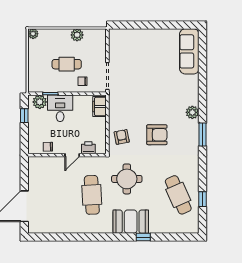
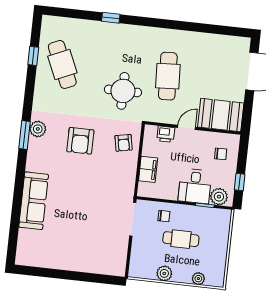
plant: (33, 34) -> (198, 279), moved
sofa: (189, 51) -> (34, 201), moved
filing cabinet: (99, 107) -> (148, 169), moved
plant: (192, 112) -> (38, 129), moved
armchair: (157, 135) -> (80, 141), turned -90
chair: (48, 147) -> (221, 154), moved
booth: (131, 222) -> (221, 115), moved

